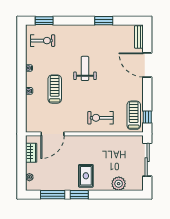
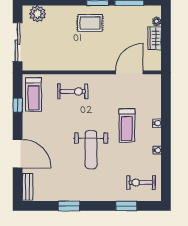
window: (44, 21) -> (126, 206), moved
weight bench: (85, 68) -> (91, 150), width x1.36, depth x1.33
window: (147, 117) -> (18, 105), moved
wardrobe: (31, 153) -> (155, 38), moved
rug: (86, 176) -> (90, 23), turned 90
plant: (119, 184) -> (38, 14), moved

